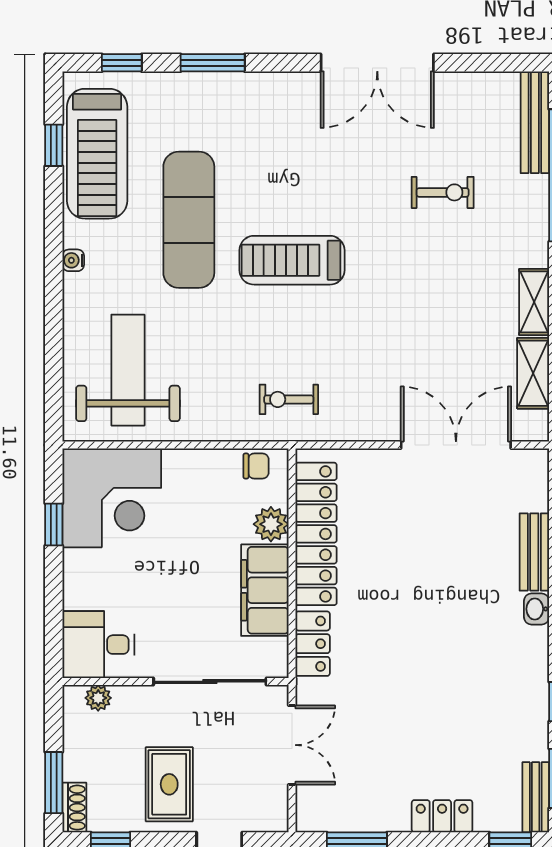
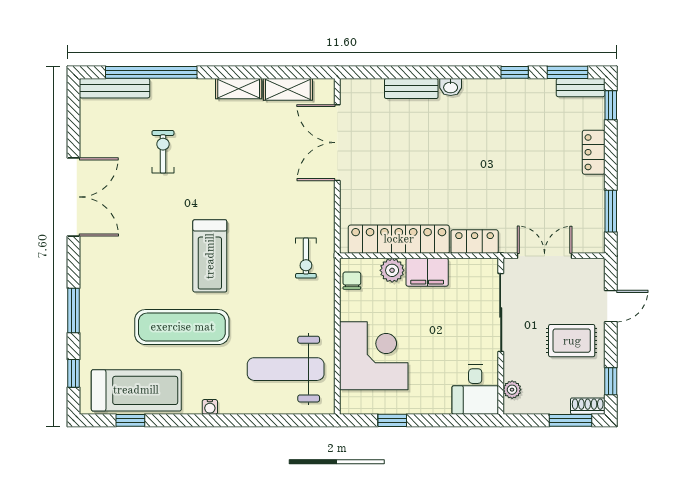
corner desk: (112, 498) -> (374, 356), moved
filing cabinet: (265, 590) -> (427, 272), width x0.67, depth x0.86

